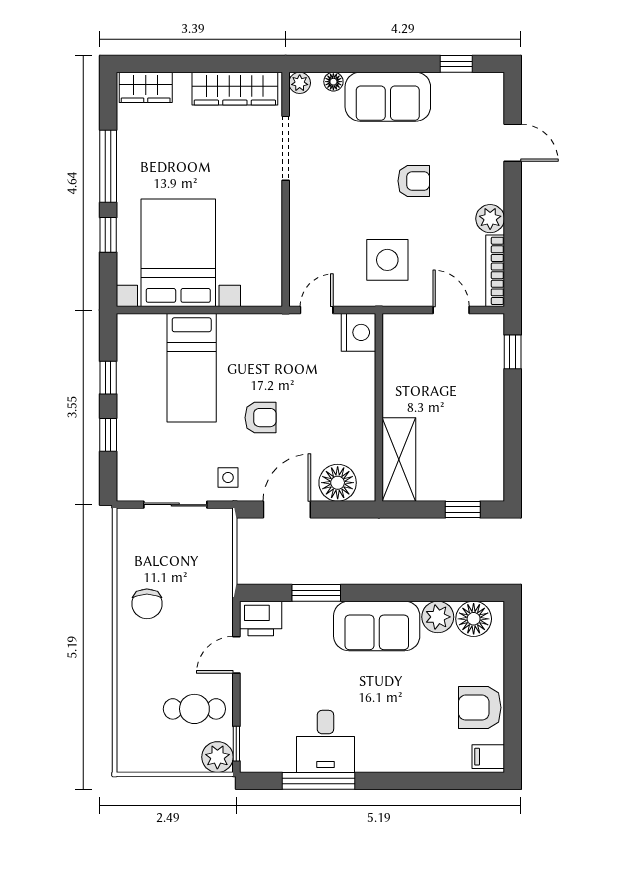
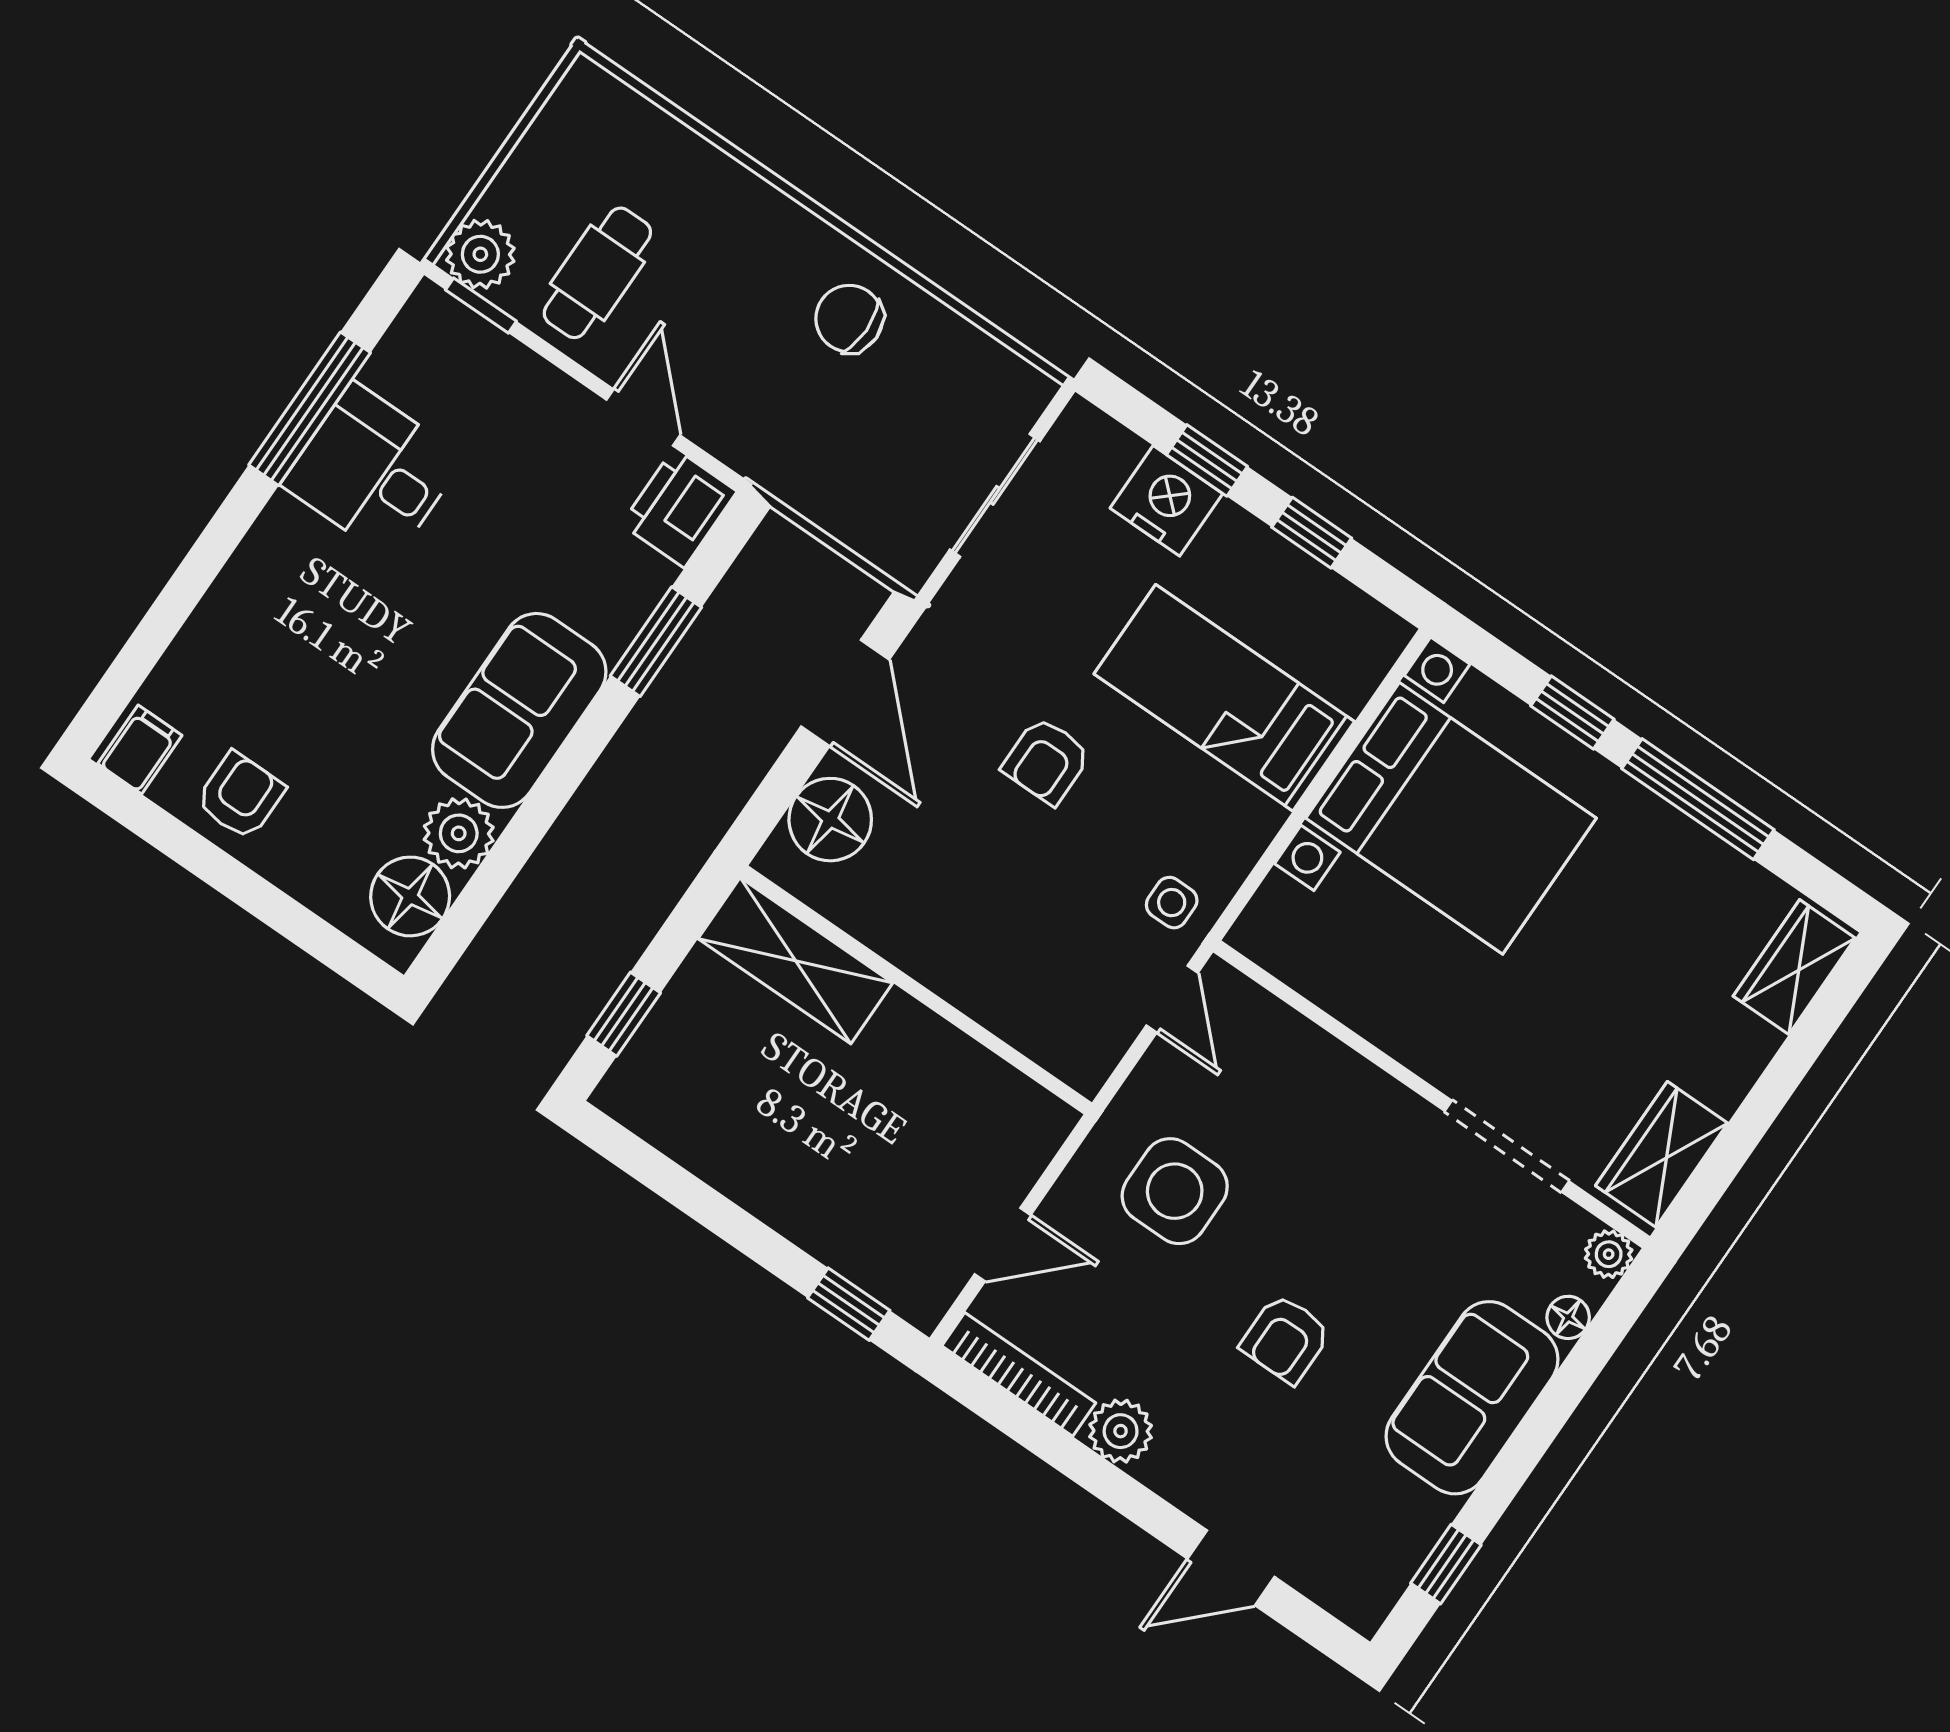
wardrobe: (235, 89) -> (1662, 1154), width x0.67
nightstand: (358, 332) -> (1166, 501), moved, turned 180
side table: (228, 477) -> (1172, 903), moved
armchair: (480, 708) -> (240, 796), width x0.72, depth x0.72

